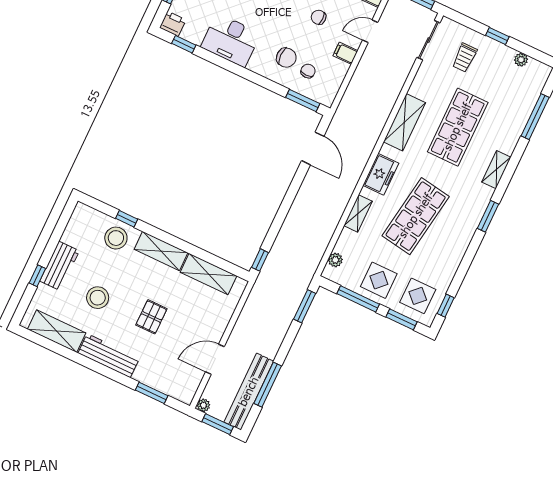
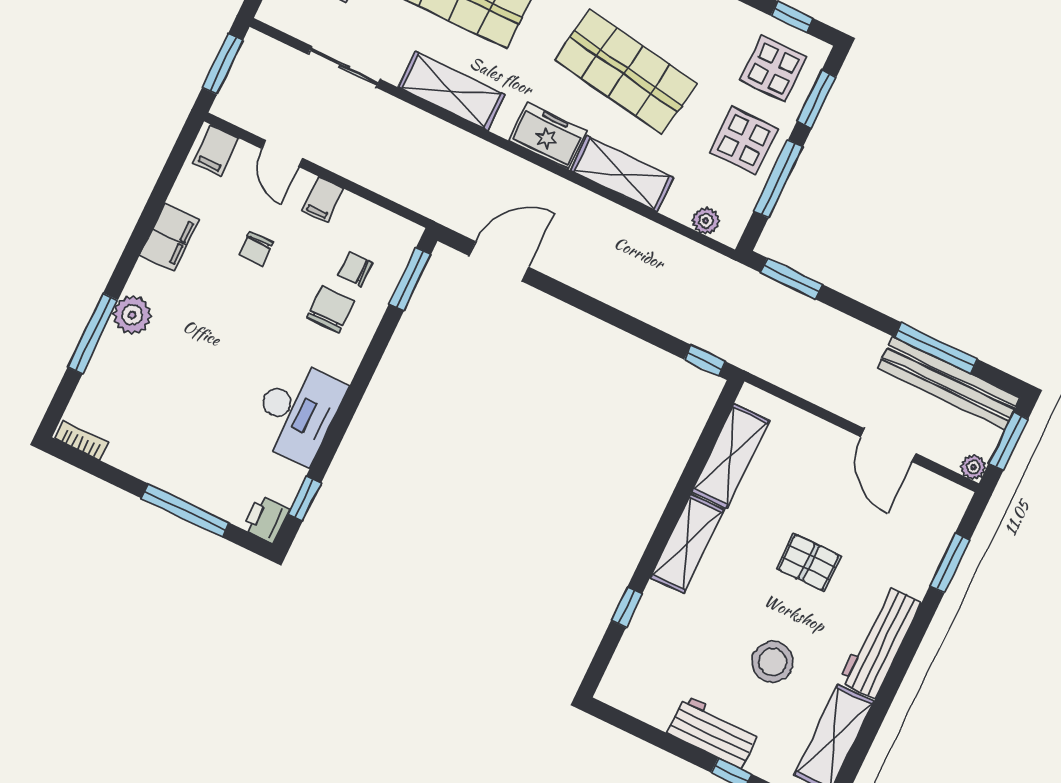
sliding door: (428, 40) -> (344, 67), moved
shelving: (358, 213) -> (622, 174), width x1.50, depth x1.33
stool: (116, 238) -> (662, 627), removed

